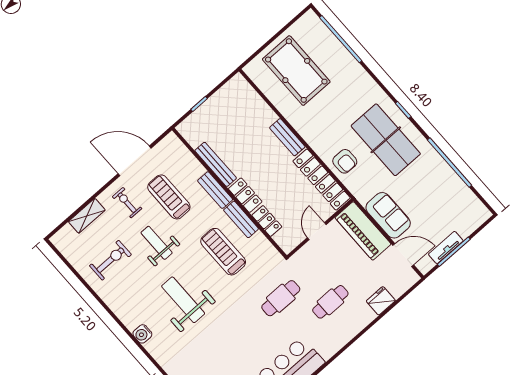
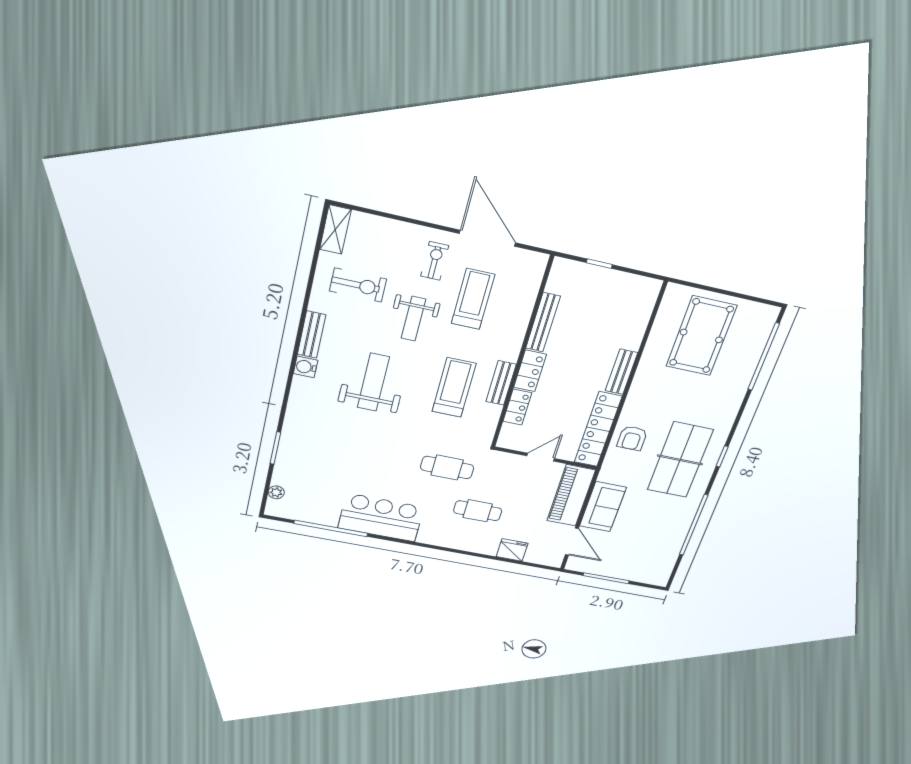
bench: (215, 190) -> (312, 335), moved
shelving: (87, 216) -> (335, 230), moved, turned 90
weight bench: (157, 243) -> (413, 319), turned 180
tv unit: (446, 247) -> (605, 570), removed

